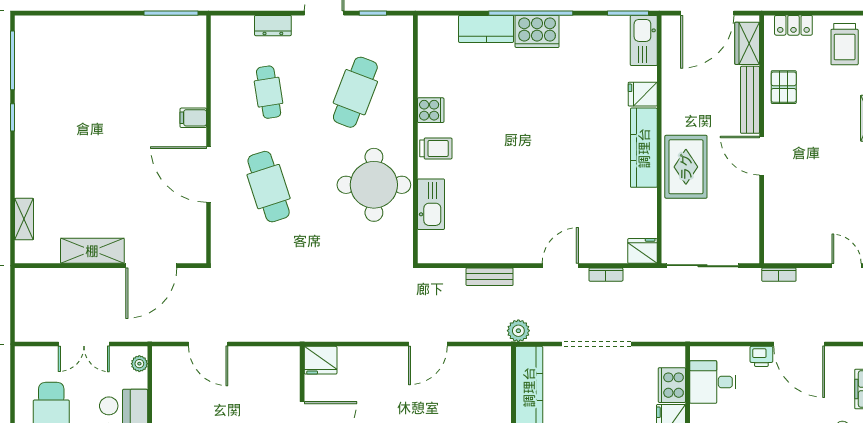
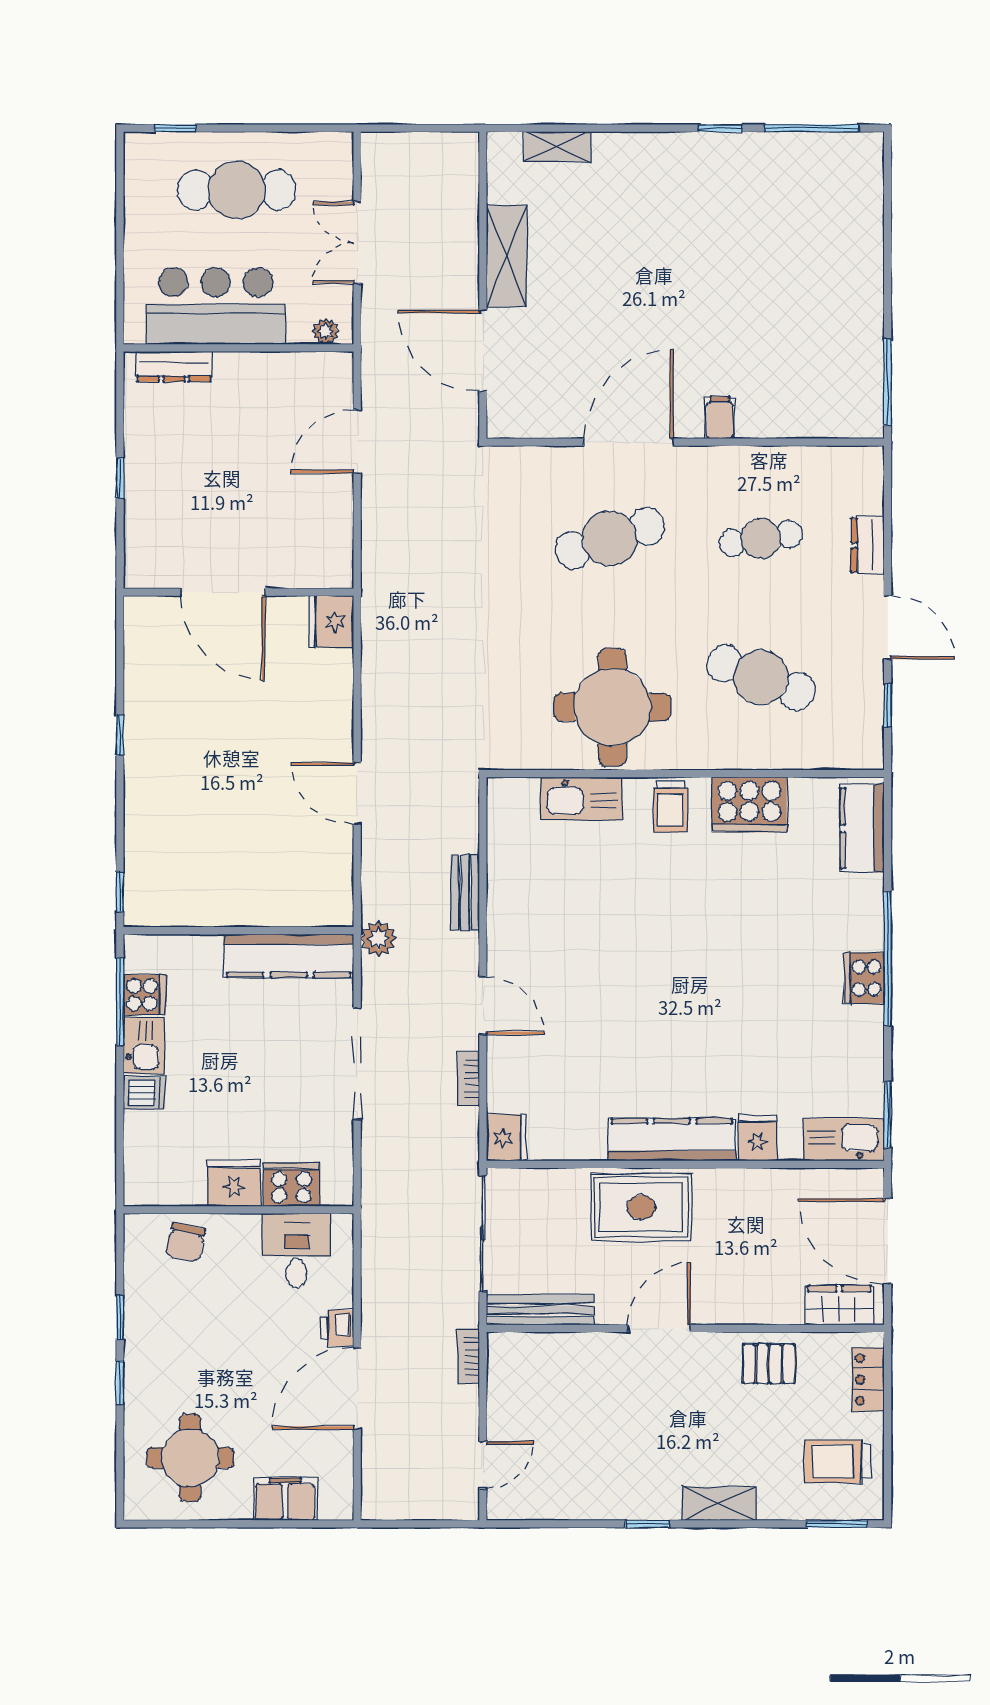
kitchen counter: (486, 29) -> (862, 828), moved
cooker: (537, 31) -> (864, 978), width x0.73, depth x0.76
bench: (750, 100) -> (540, 1310), moved
cooker: (431, 110) -> (749, 805), width x1.87, depth x1.31

